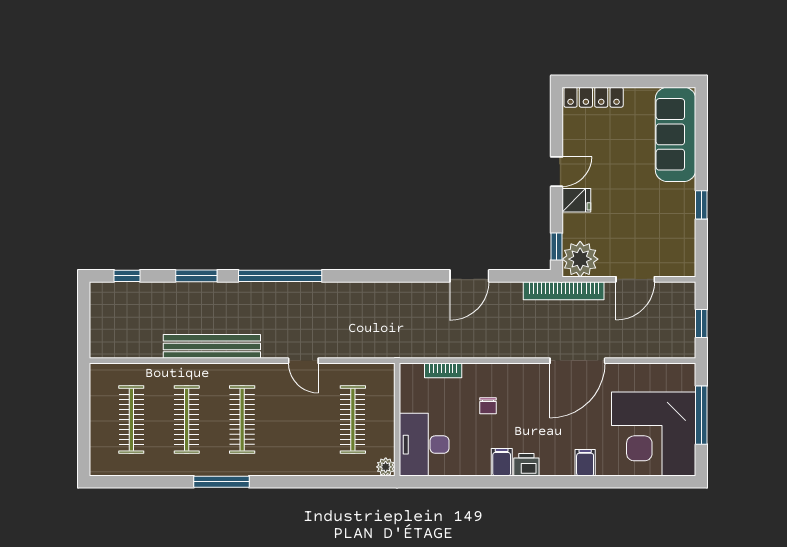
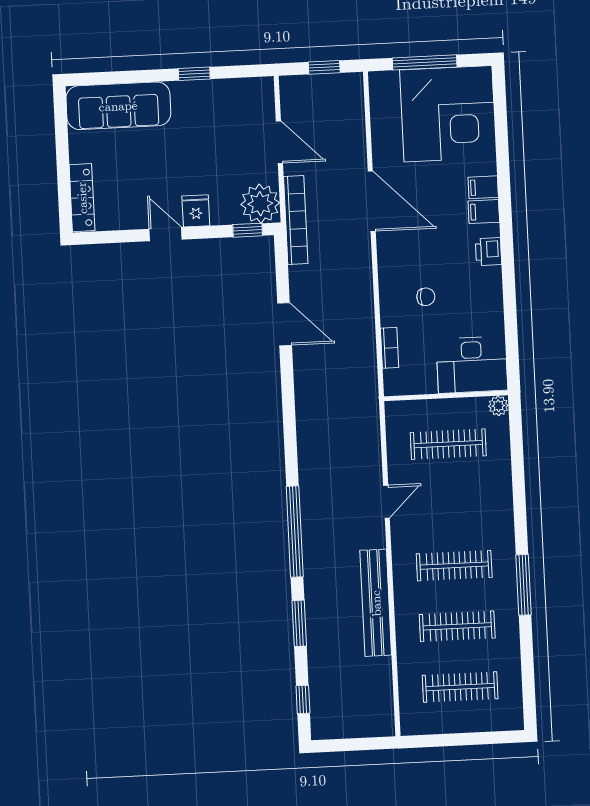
filing cabinet: (502, 462) -> (484, 212), moved

